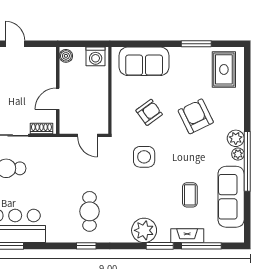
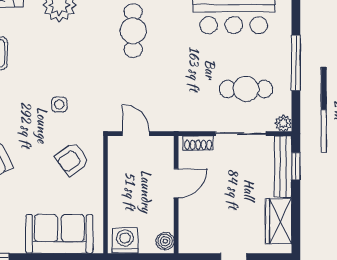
armchair: (149, 112) -> (72, 159), moved
side table: (144, 157) -> (59, 105), width x0.54, depth x0.54

